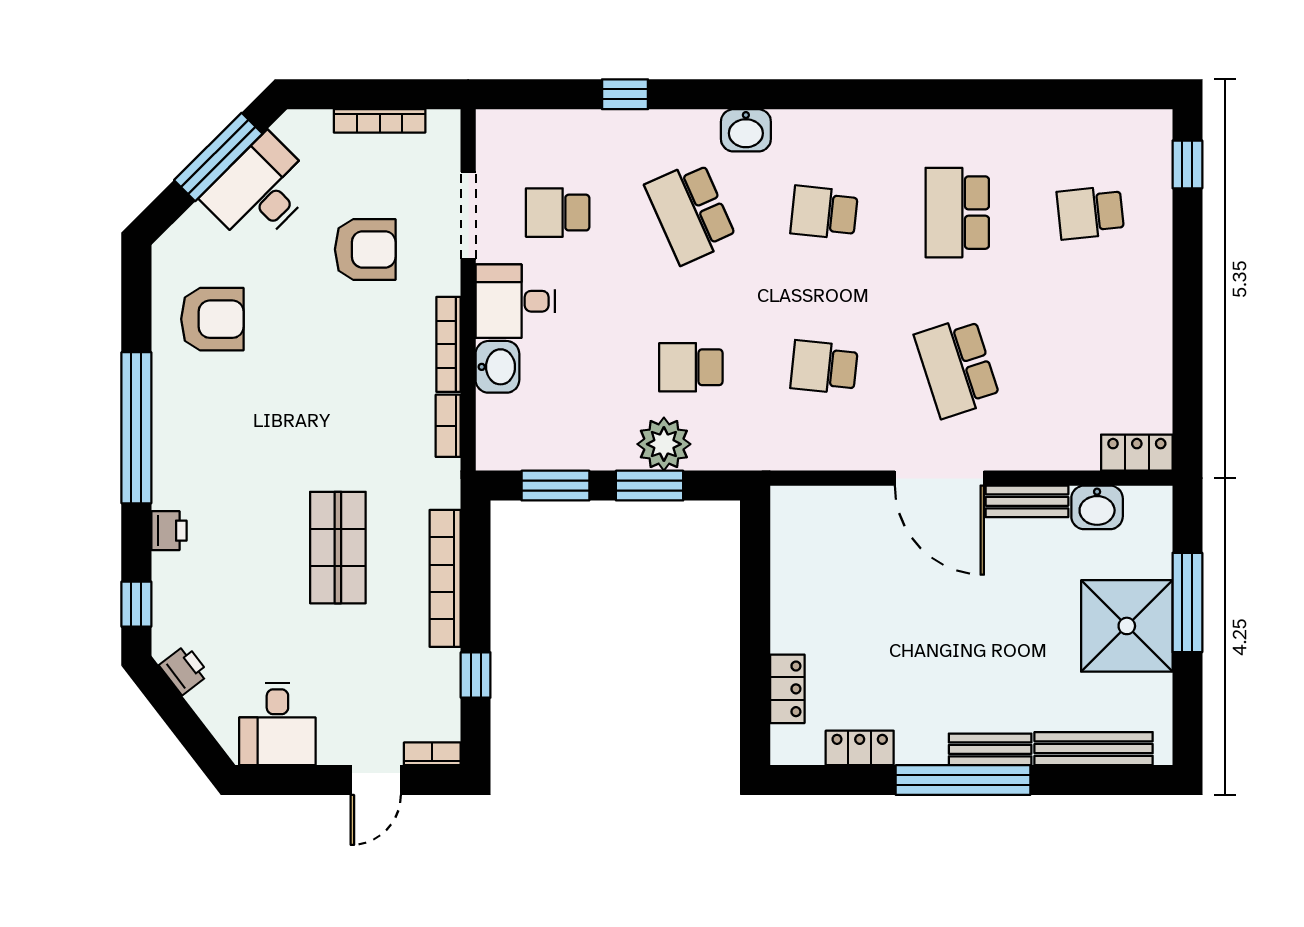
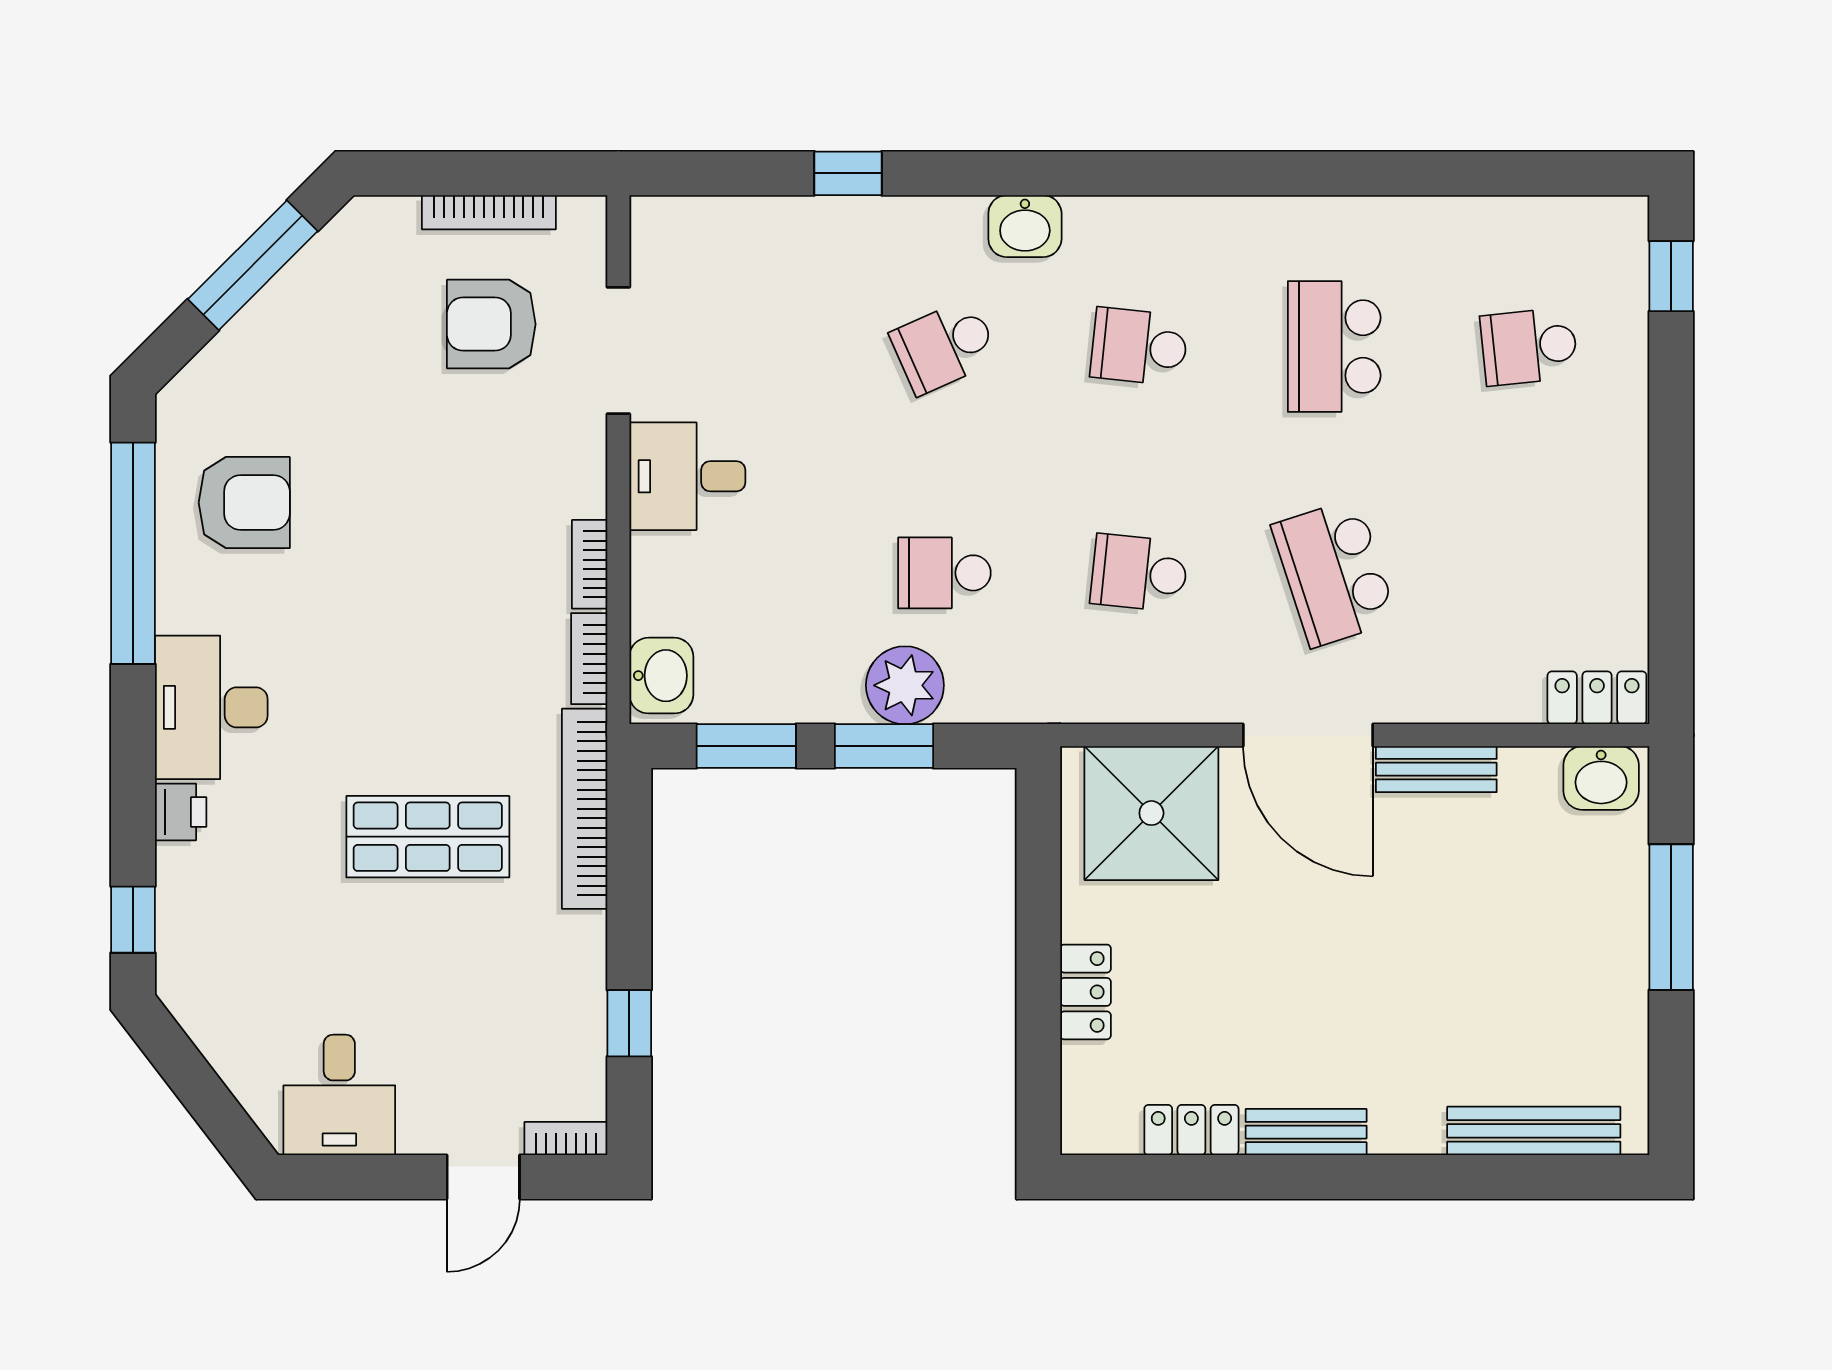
desk: (260, 191) -> (211, 707), moved, turned -45
school desk: (558, 213) -> (749, 347), removed
school desk: (691, 213) -> (944, 347), width x0.54
armchair: (365, 249) -> (491, 324), moved, turned 180
bookcase: (449, 344) -> (590, 564), width x0.64
washbasin: (497, 367) -> (661, 676), moved
window: (136, 428) -> (133, 553), moved
washbasin: (1097, 507) -> (1601, 778), moved
shop shelf: (338, 548) -> (428, 837), turned 90
bookcase: (445, 578) -> (585, 809), moved
shower: (1127, 626) -> (1151, 813), moved
printer: (184, 670) -> (203, 1016), removed
locker: (787, 689) -> (1086, 992), moved
bench: (990, 749) -> (1306, 1132), moved
window: (963, 780) -> (1343, 1177), removed

